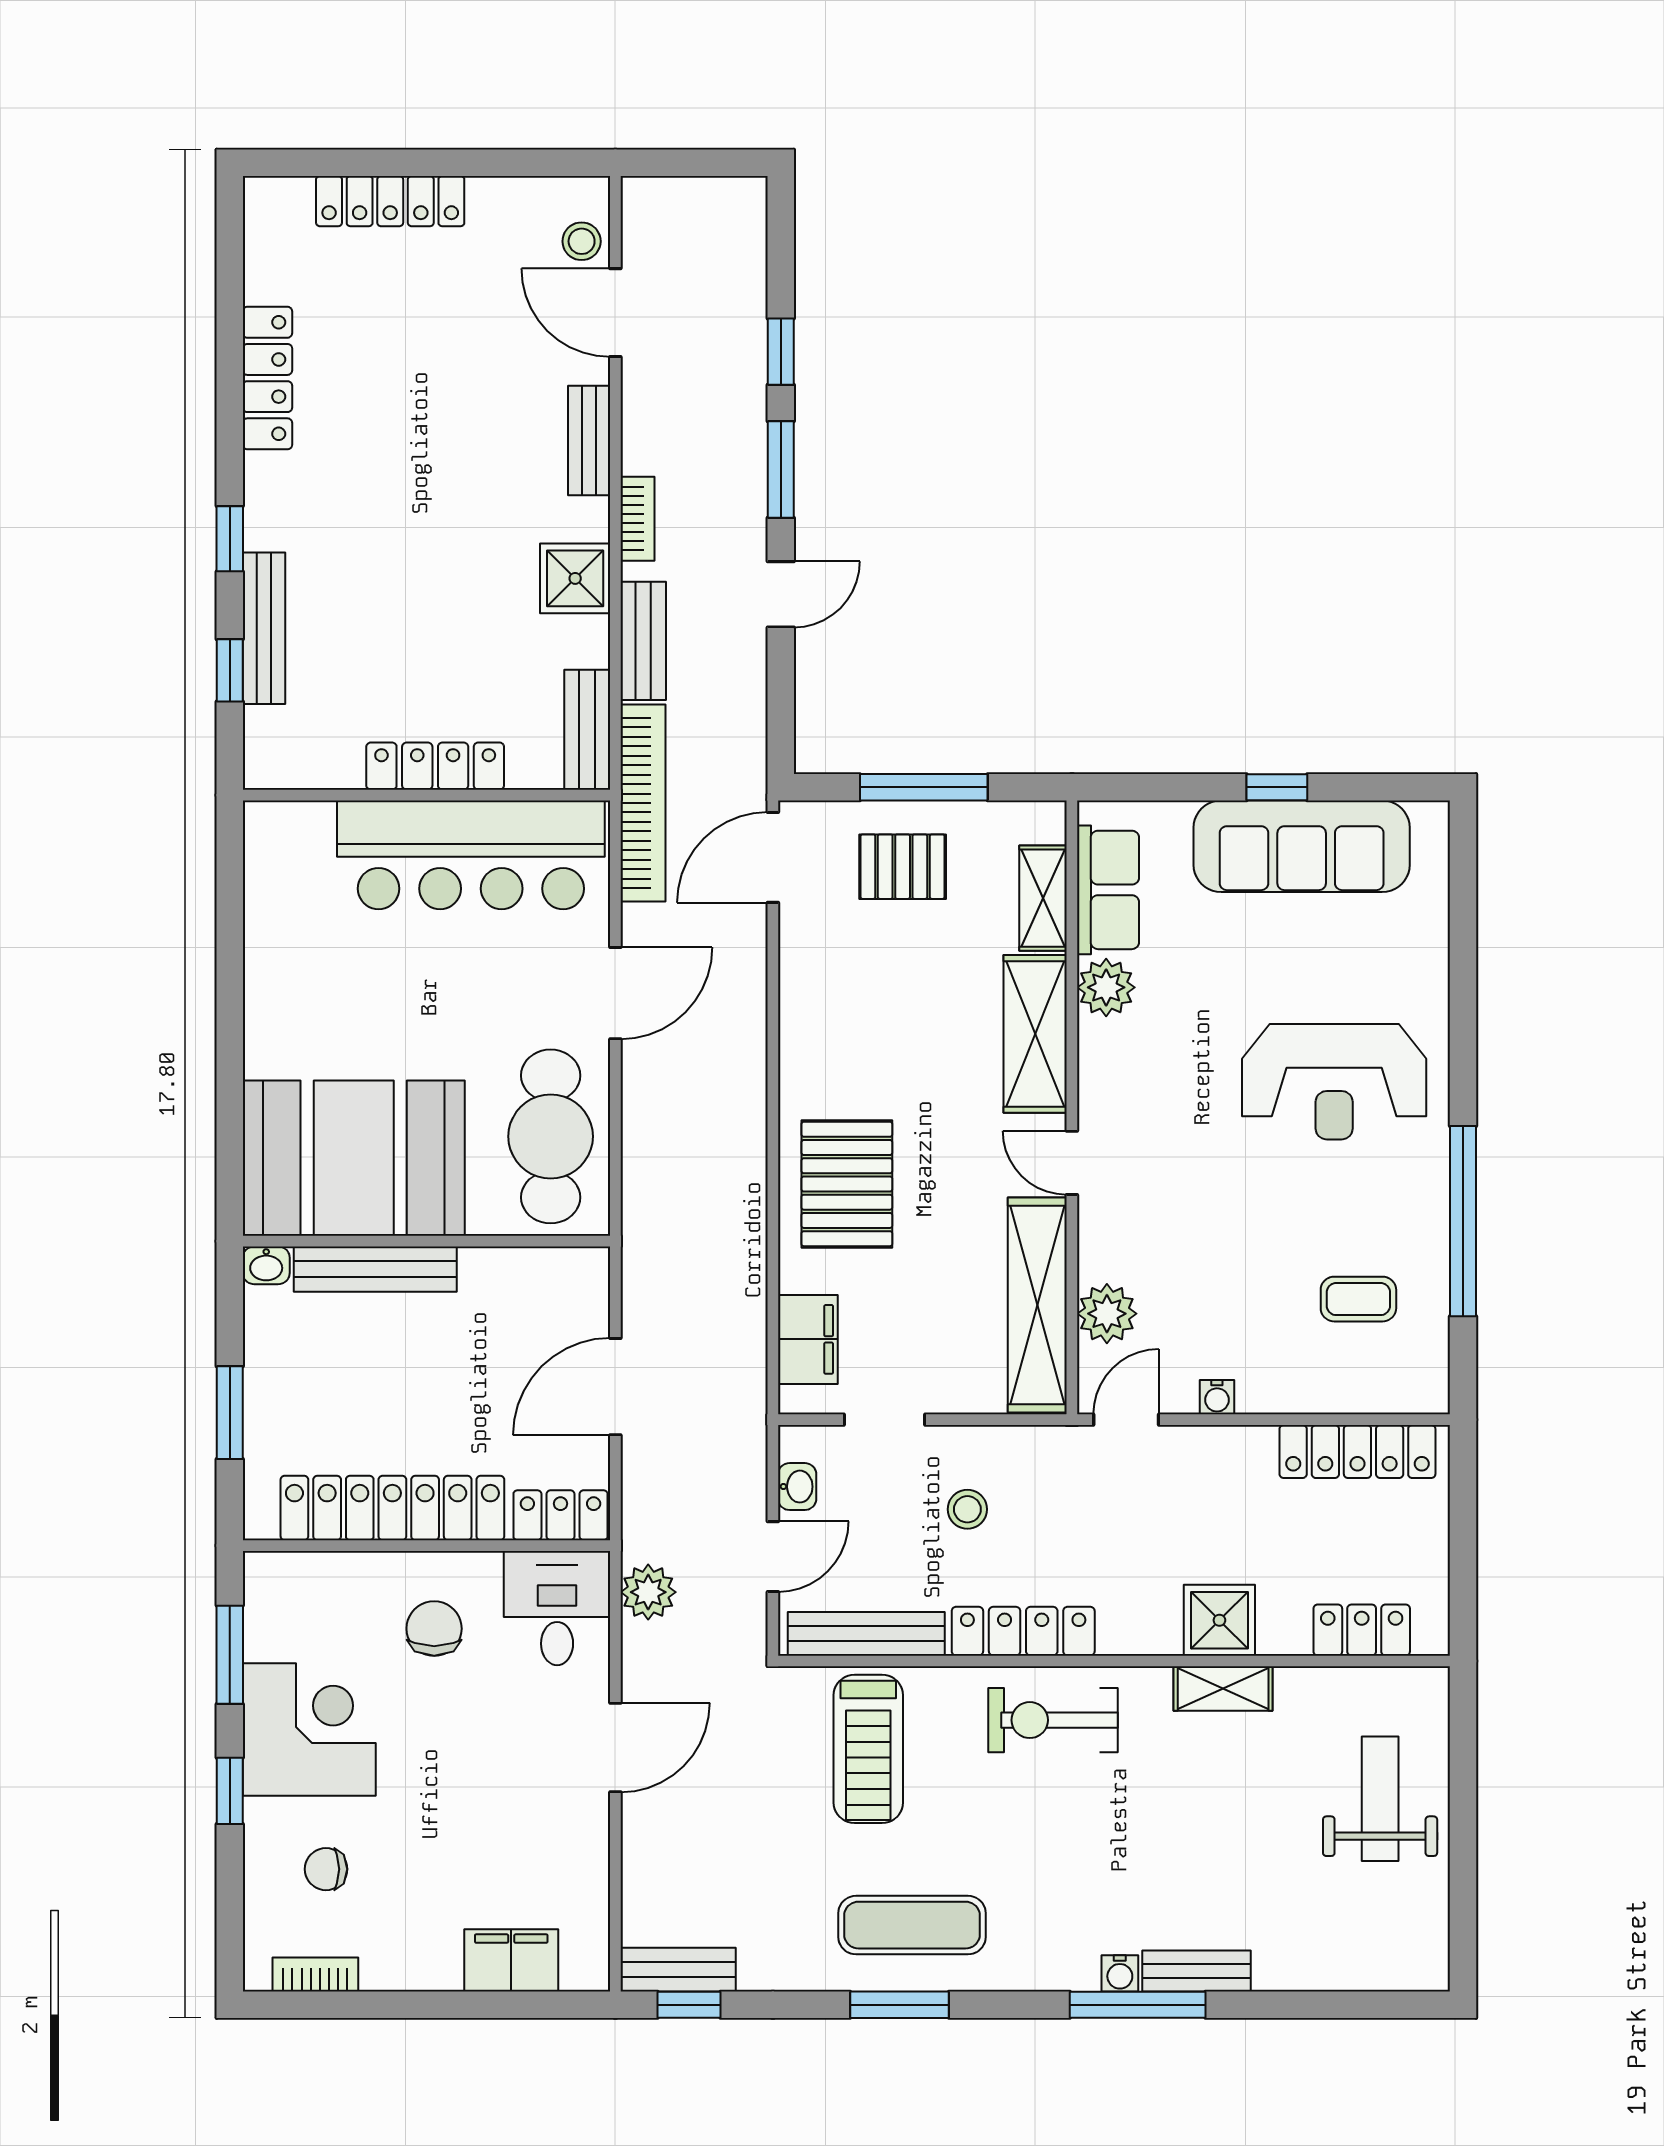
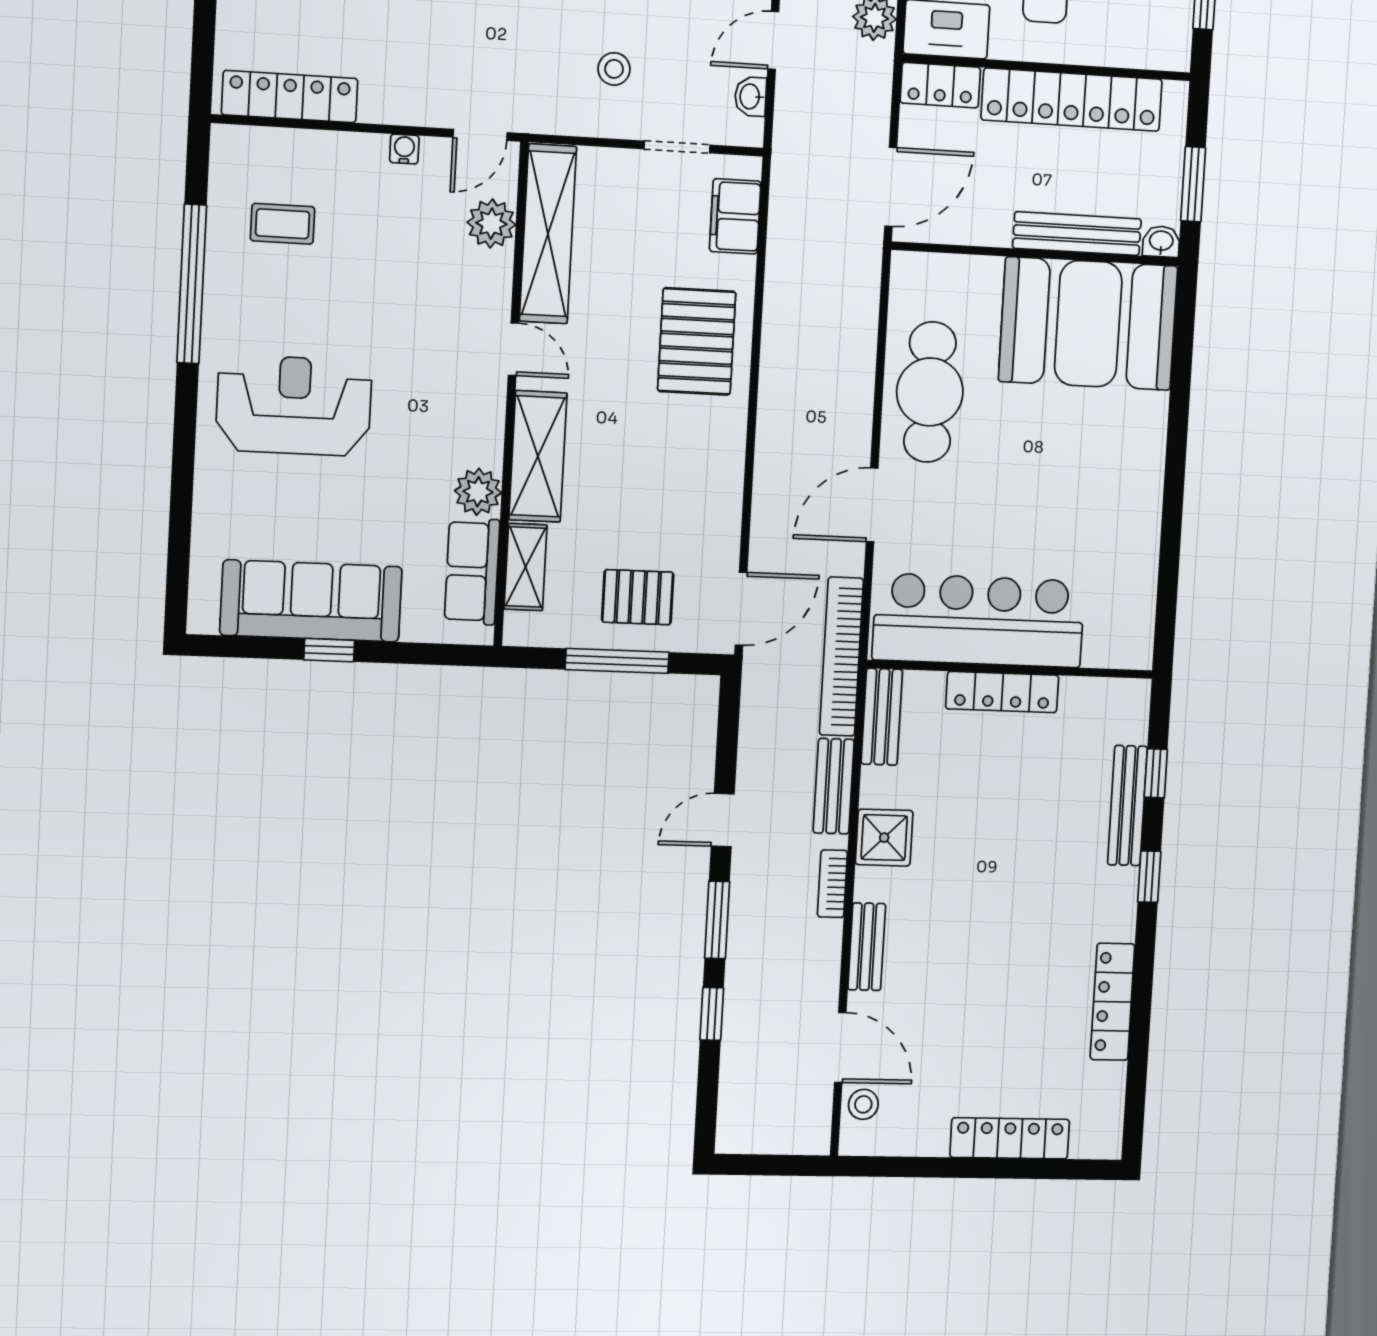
booth: (354, 1158) -> (1088, 324), moved
wall: (426, 1241) -> (1036, 254), moved
washbasin: (266, 1265) -> (1161, 242), moved
bench: (375, 1269) -> (1077, 234), moved

